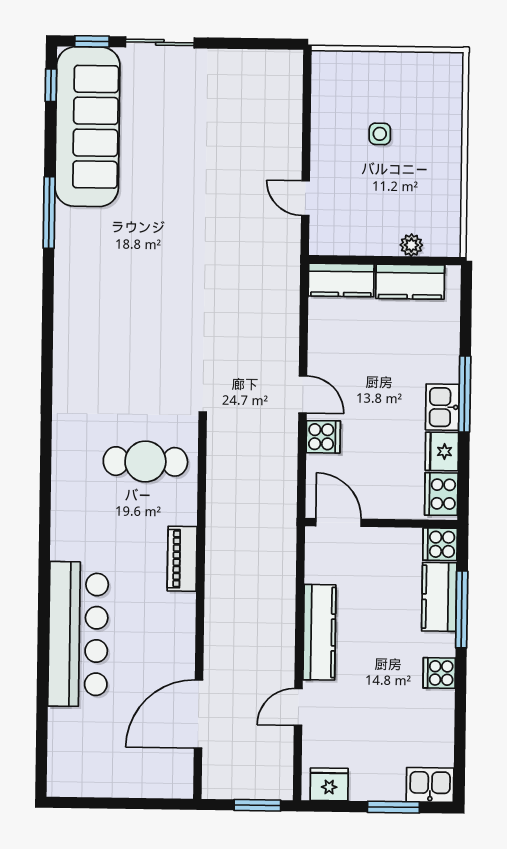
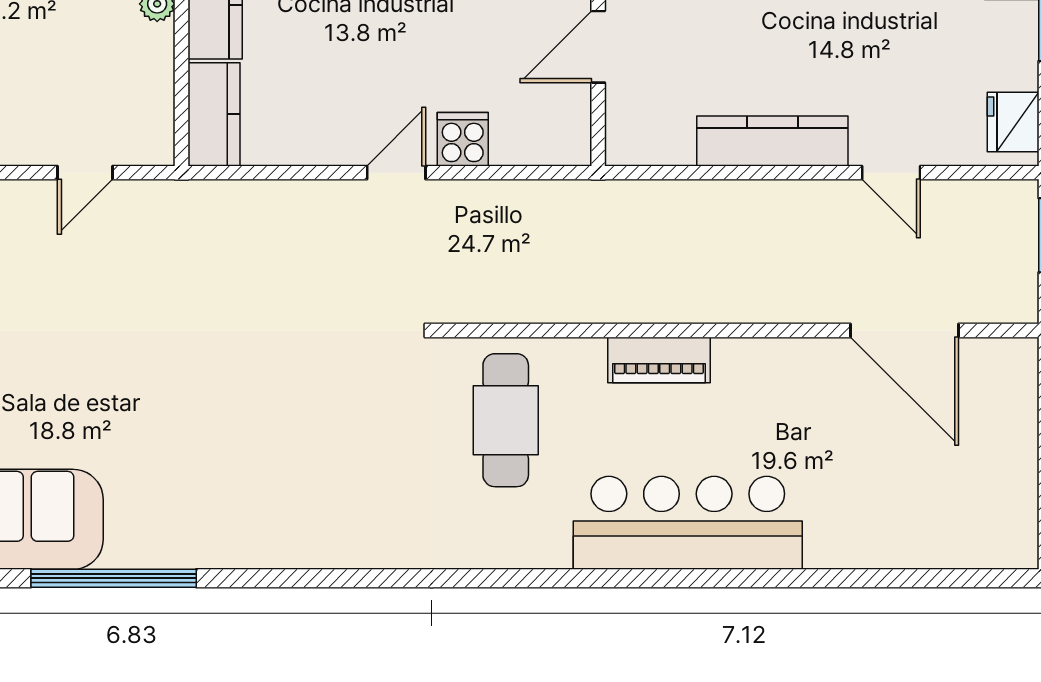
window: (49, 213) -> (114, 578), width x1.46
door: (338, 523) -> (598, 47), moved
bar counter: (78, 634) -> (688, 523), moved

